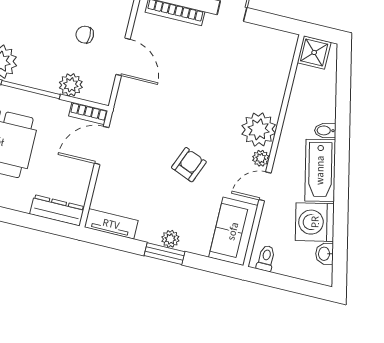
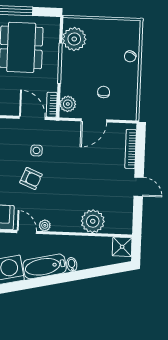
plant: (71, 85) -> (68, 104), moved
plant: (259, 129) -> (93, 221), moved
side table: (150, 149) -> (36, 150), added

